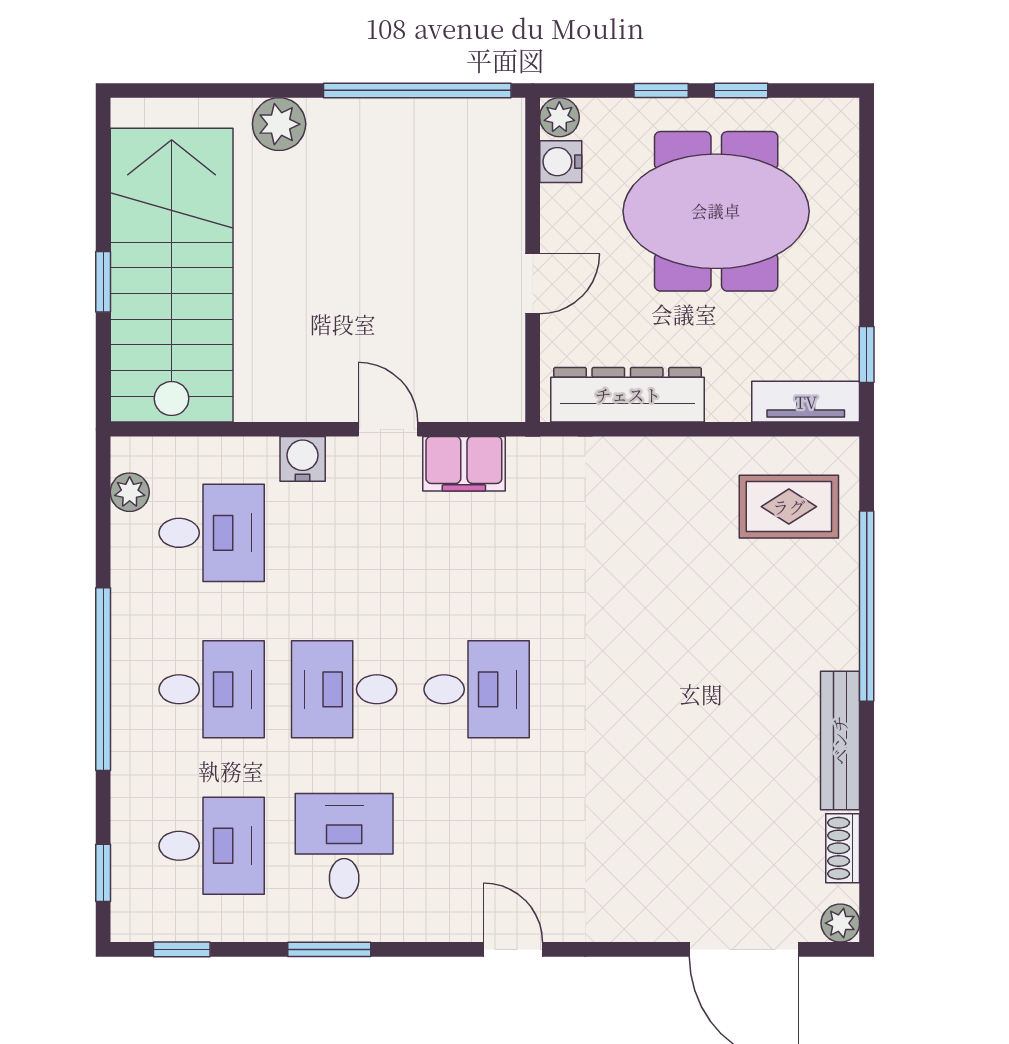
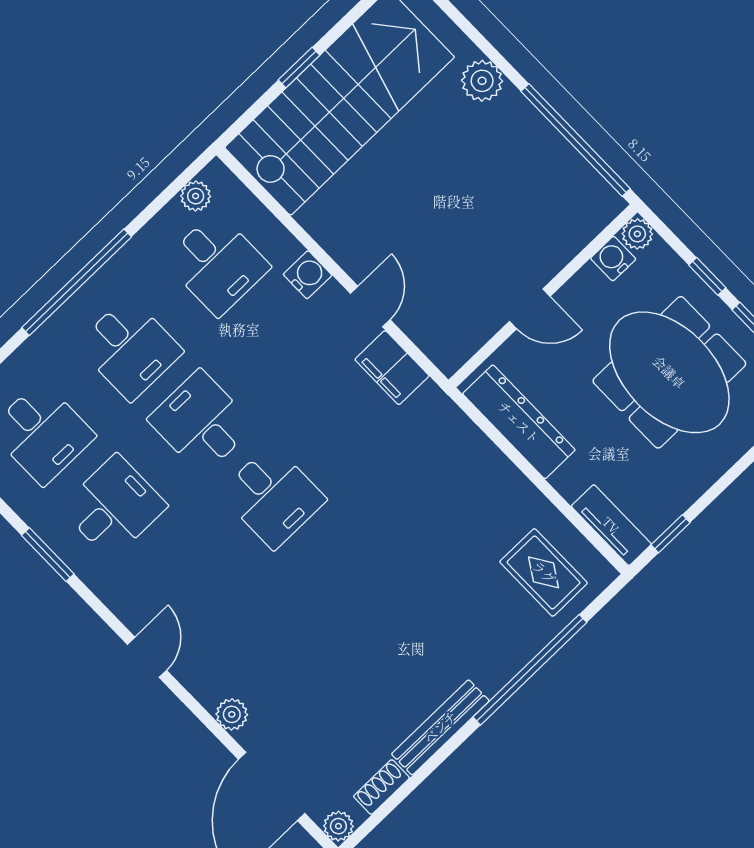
plant: (642, 922) -> (232, 714), added

